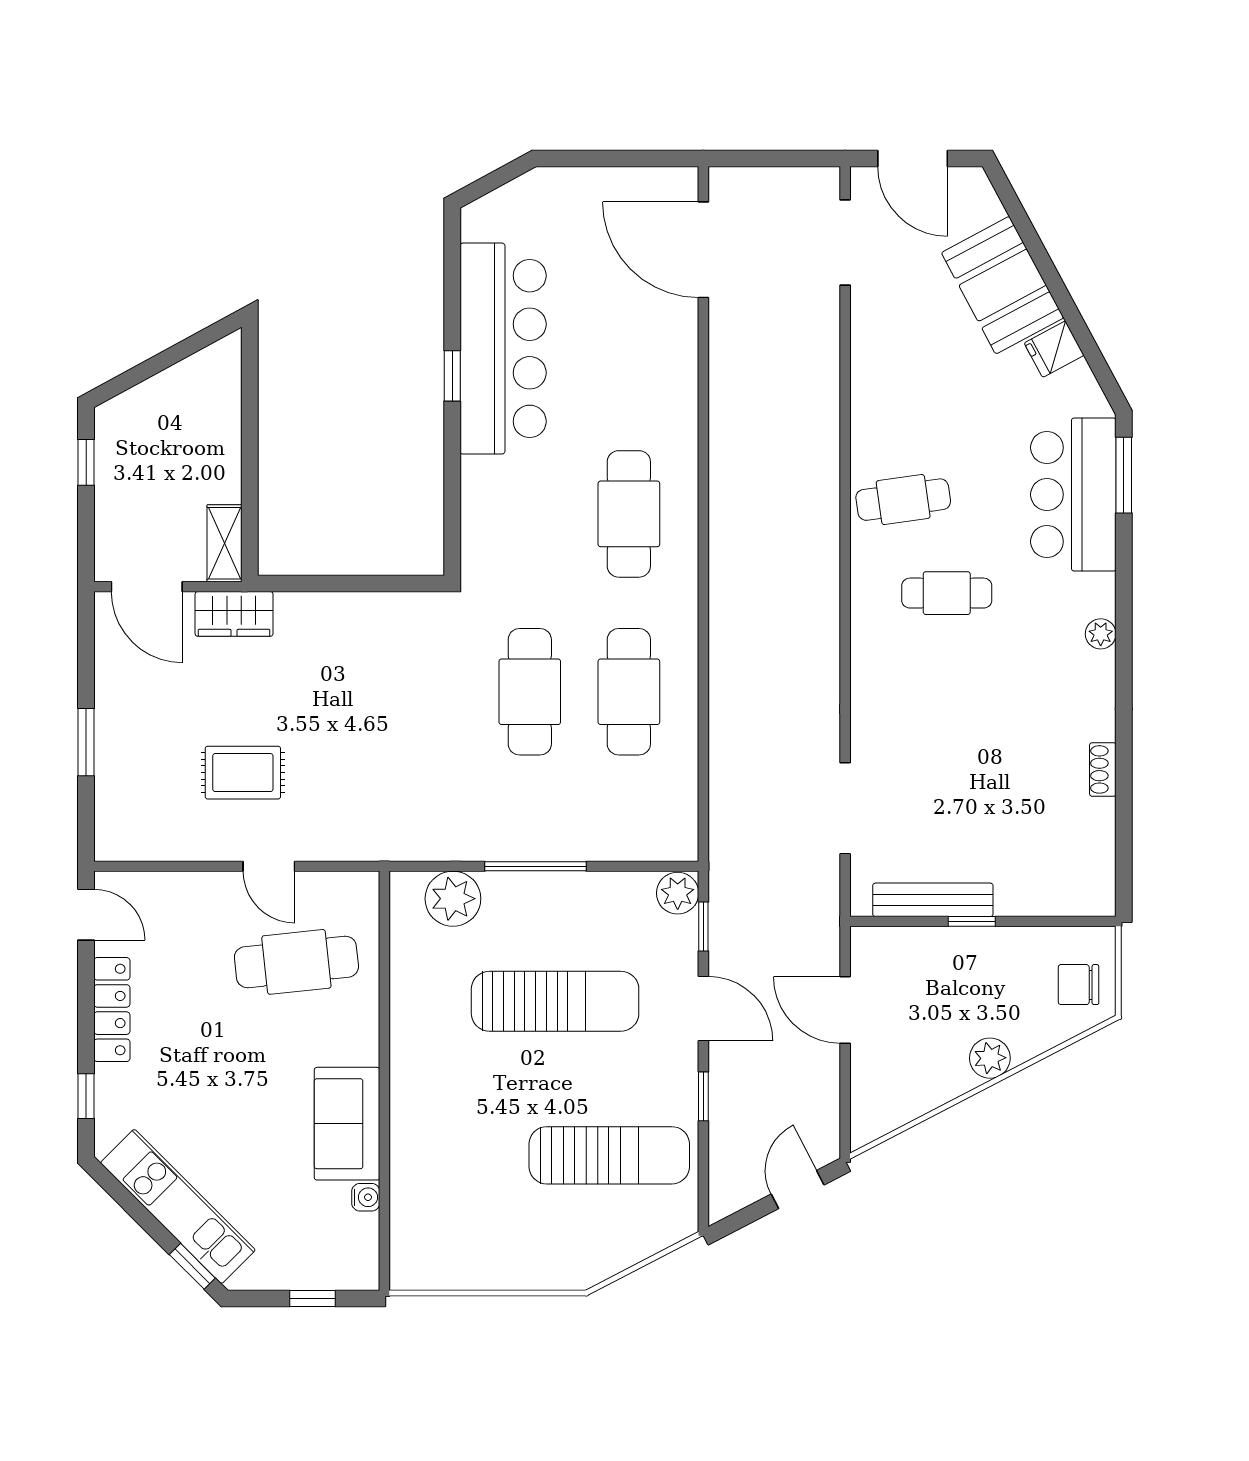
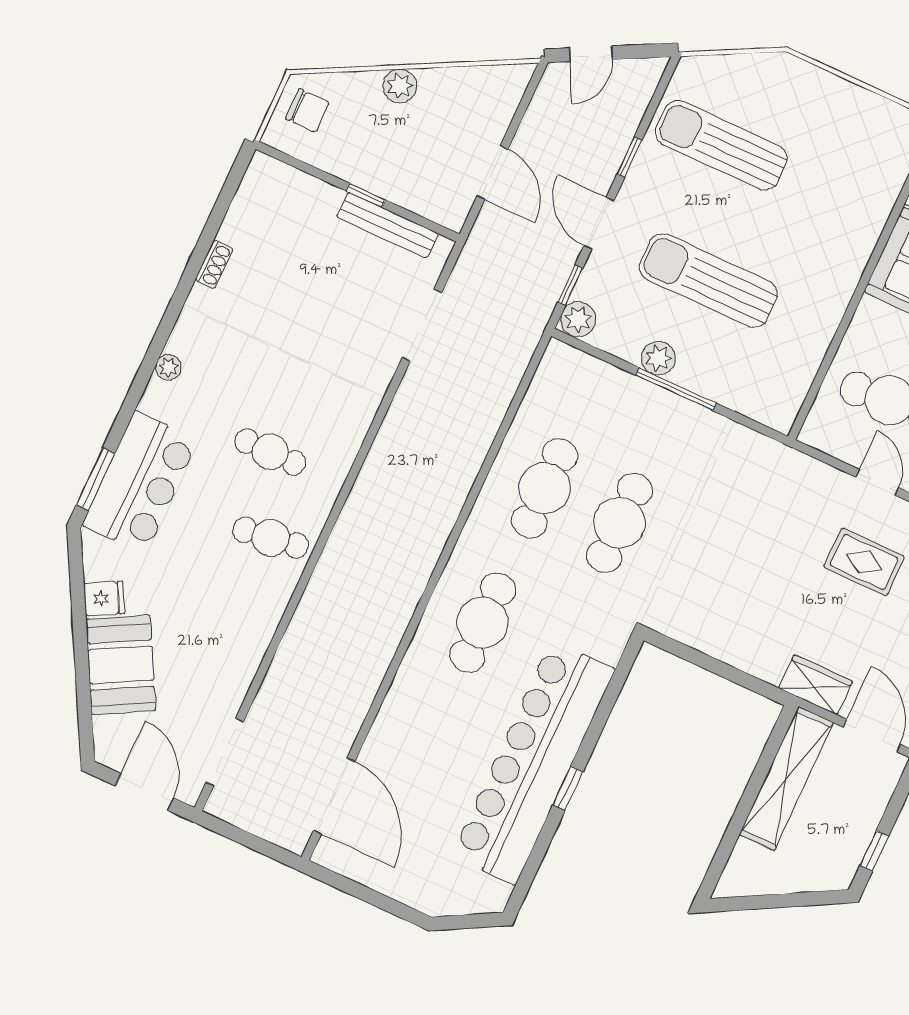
bar counter: (503, 349) -> (533, 762), width x1.36
shelving: (225, 543) -> (786, 778), width x2.20, depth x1.33
plant: (453, 899) -> (658, 358), moved, width x0.73, depth x0.73

